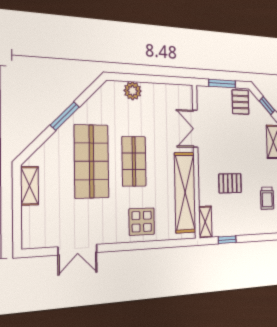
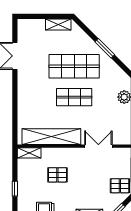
pallet: (230, 183) -> (57, 175), turned 90
display table: (142, 222) -> (32, 102), removed
window: (227, 240) -> (15, 189), moved

